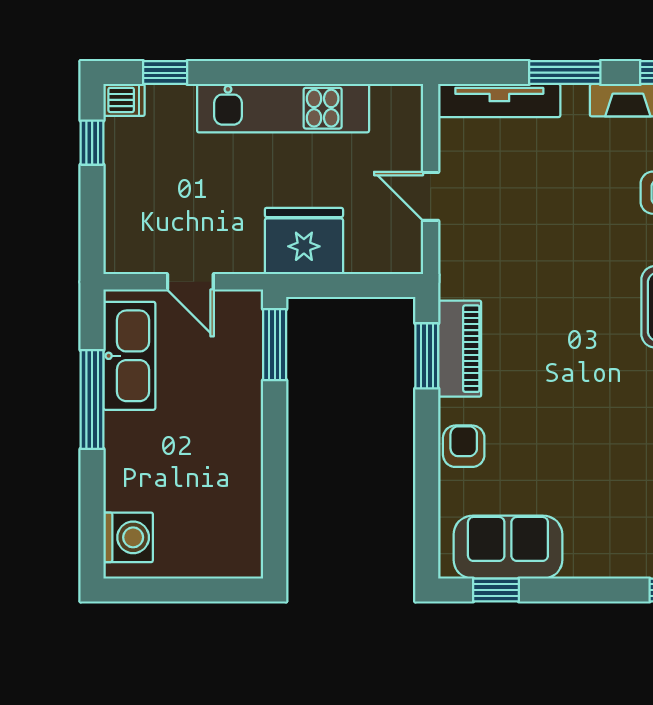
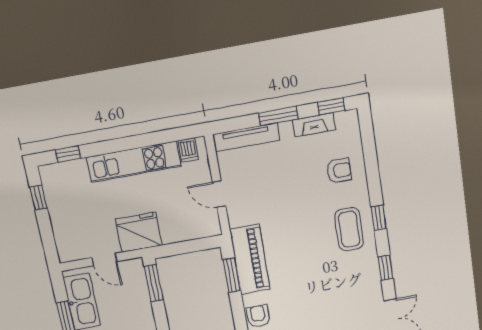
dishwasher: (124, 100) -> (188, 150), moved, turned 90
fridge: (304, 241) -> (139, 232), moved
piano: (460, 349) -> (250, 259), width x1.37, depth x1.33

